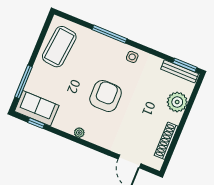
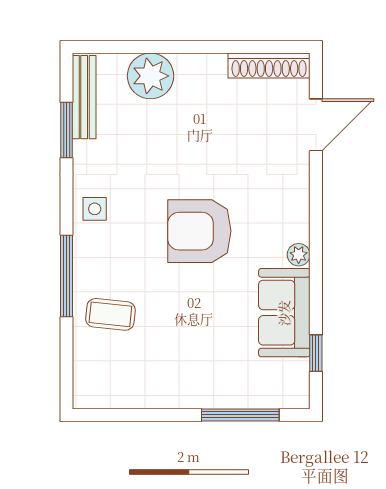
coffee table: (59, 47) -> (110, 314), moved, width x0.54, depth x0.58
window: (185, 65) -> (67, 130), moved
sofa: (37, 108) -> (284, 313), moved
shoe rack: (166, 141) -> (269, 65), moved

